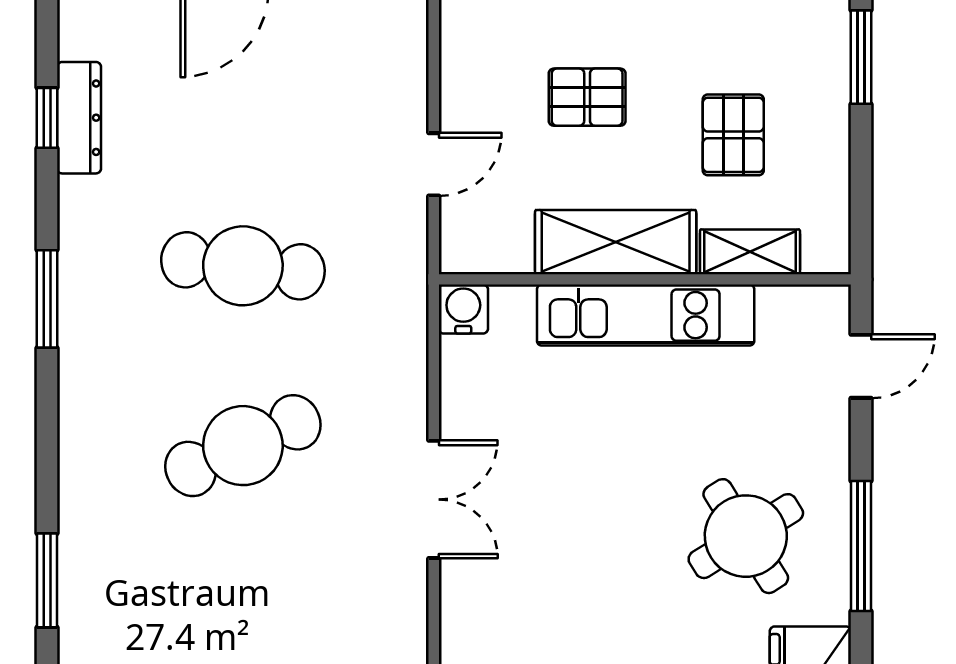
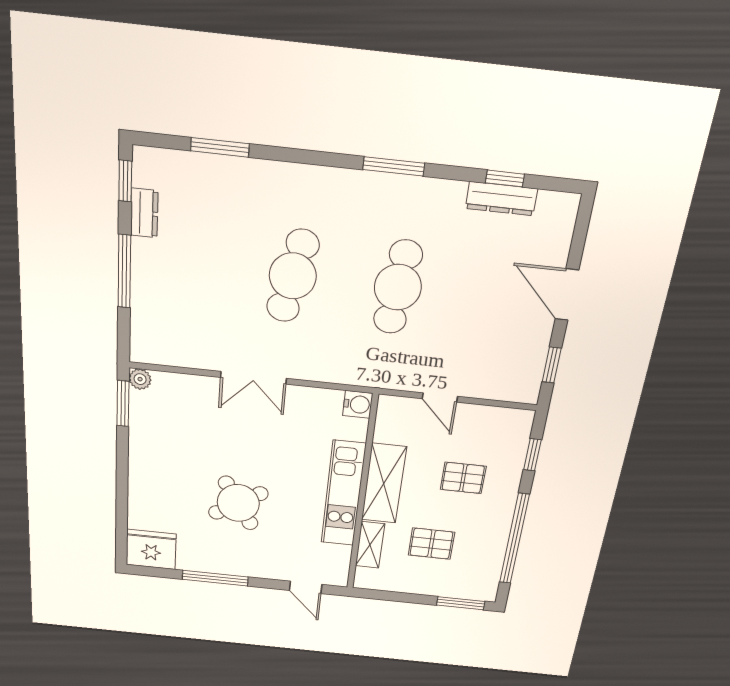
pallet: (587, 97) -> (463, 478), turned 90
cafe table: (243, 446) -> (293, 276), turned 36
round table: (746, 536) -> (238, 503), moved

